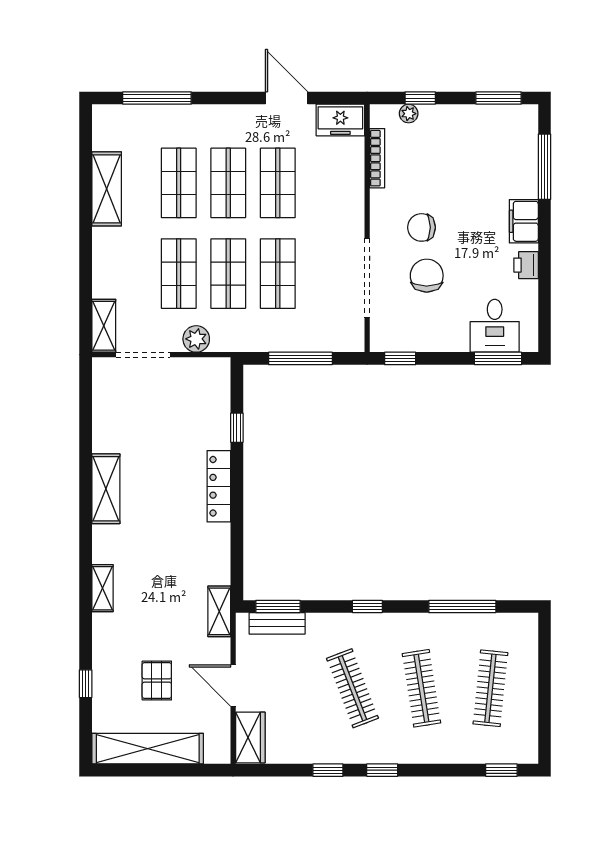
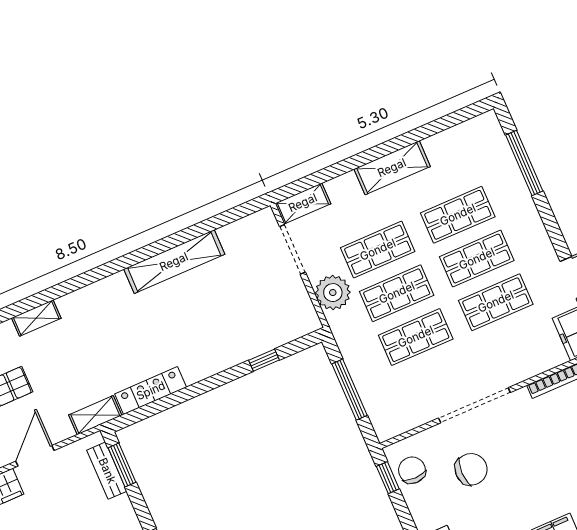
shelving: (107, 189) -> (392, 168), moved
chair: (421, 227) -> (412, 470), moved
doorway: (367, 278) -> (474, 405), moved
plant: (196, 339) -> (333, 293), width x1.36, depth x1.36
locker: (219, 486) -> (151, 391), moved
shelving: (106, 489) -> (174, 262), width x1.47
shelving: (102, 588) -> (36, 318), moved

